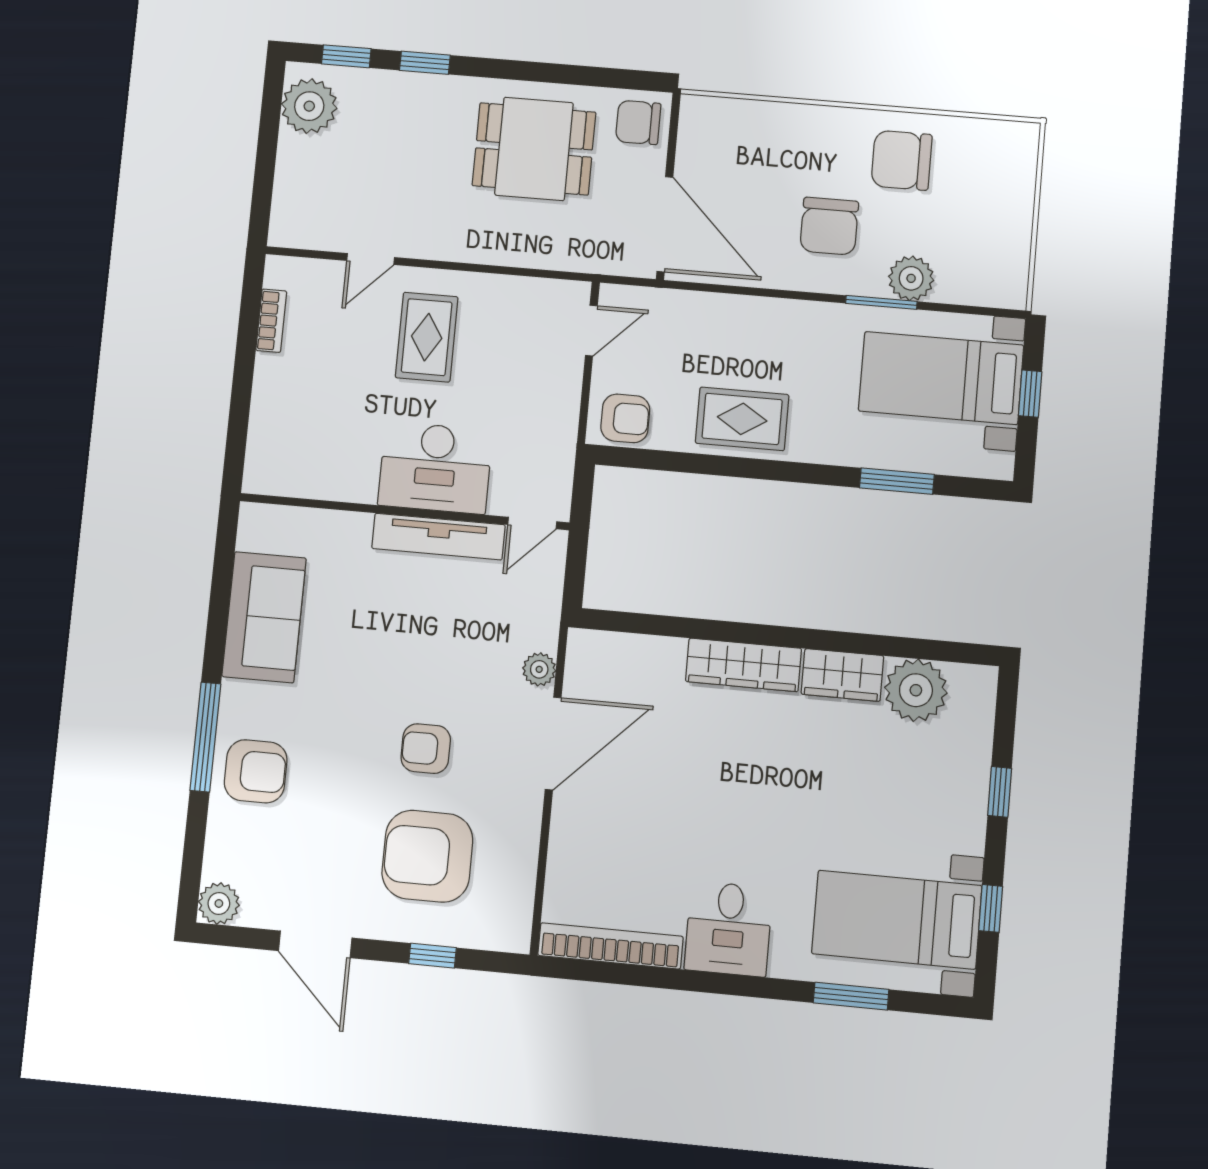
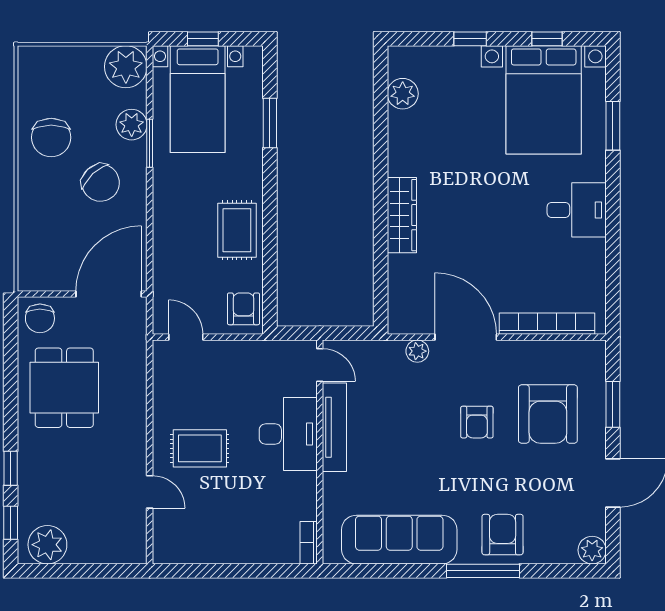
chair: (829, 226) -> (101, 183), turned 47
plant: (997, 277) -> (126, 67), added
bookcase: (271, 321) -> (309, 543), moved, turned -90
sofa: (264, 617) -> (399, 540), width x1.36
wardrobe: (842, 675) -> (403, 149), removed
plant: (916, 690) -> (403, 94), width x0.73, depth x0.73
bed with nightstands: (897, 920) -> (544, 100), width x1.36
bookcase: (610, 946) -> (547, 324), moved, turned 90
window: (432, 956) -> (613, 404), width x1.50

